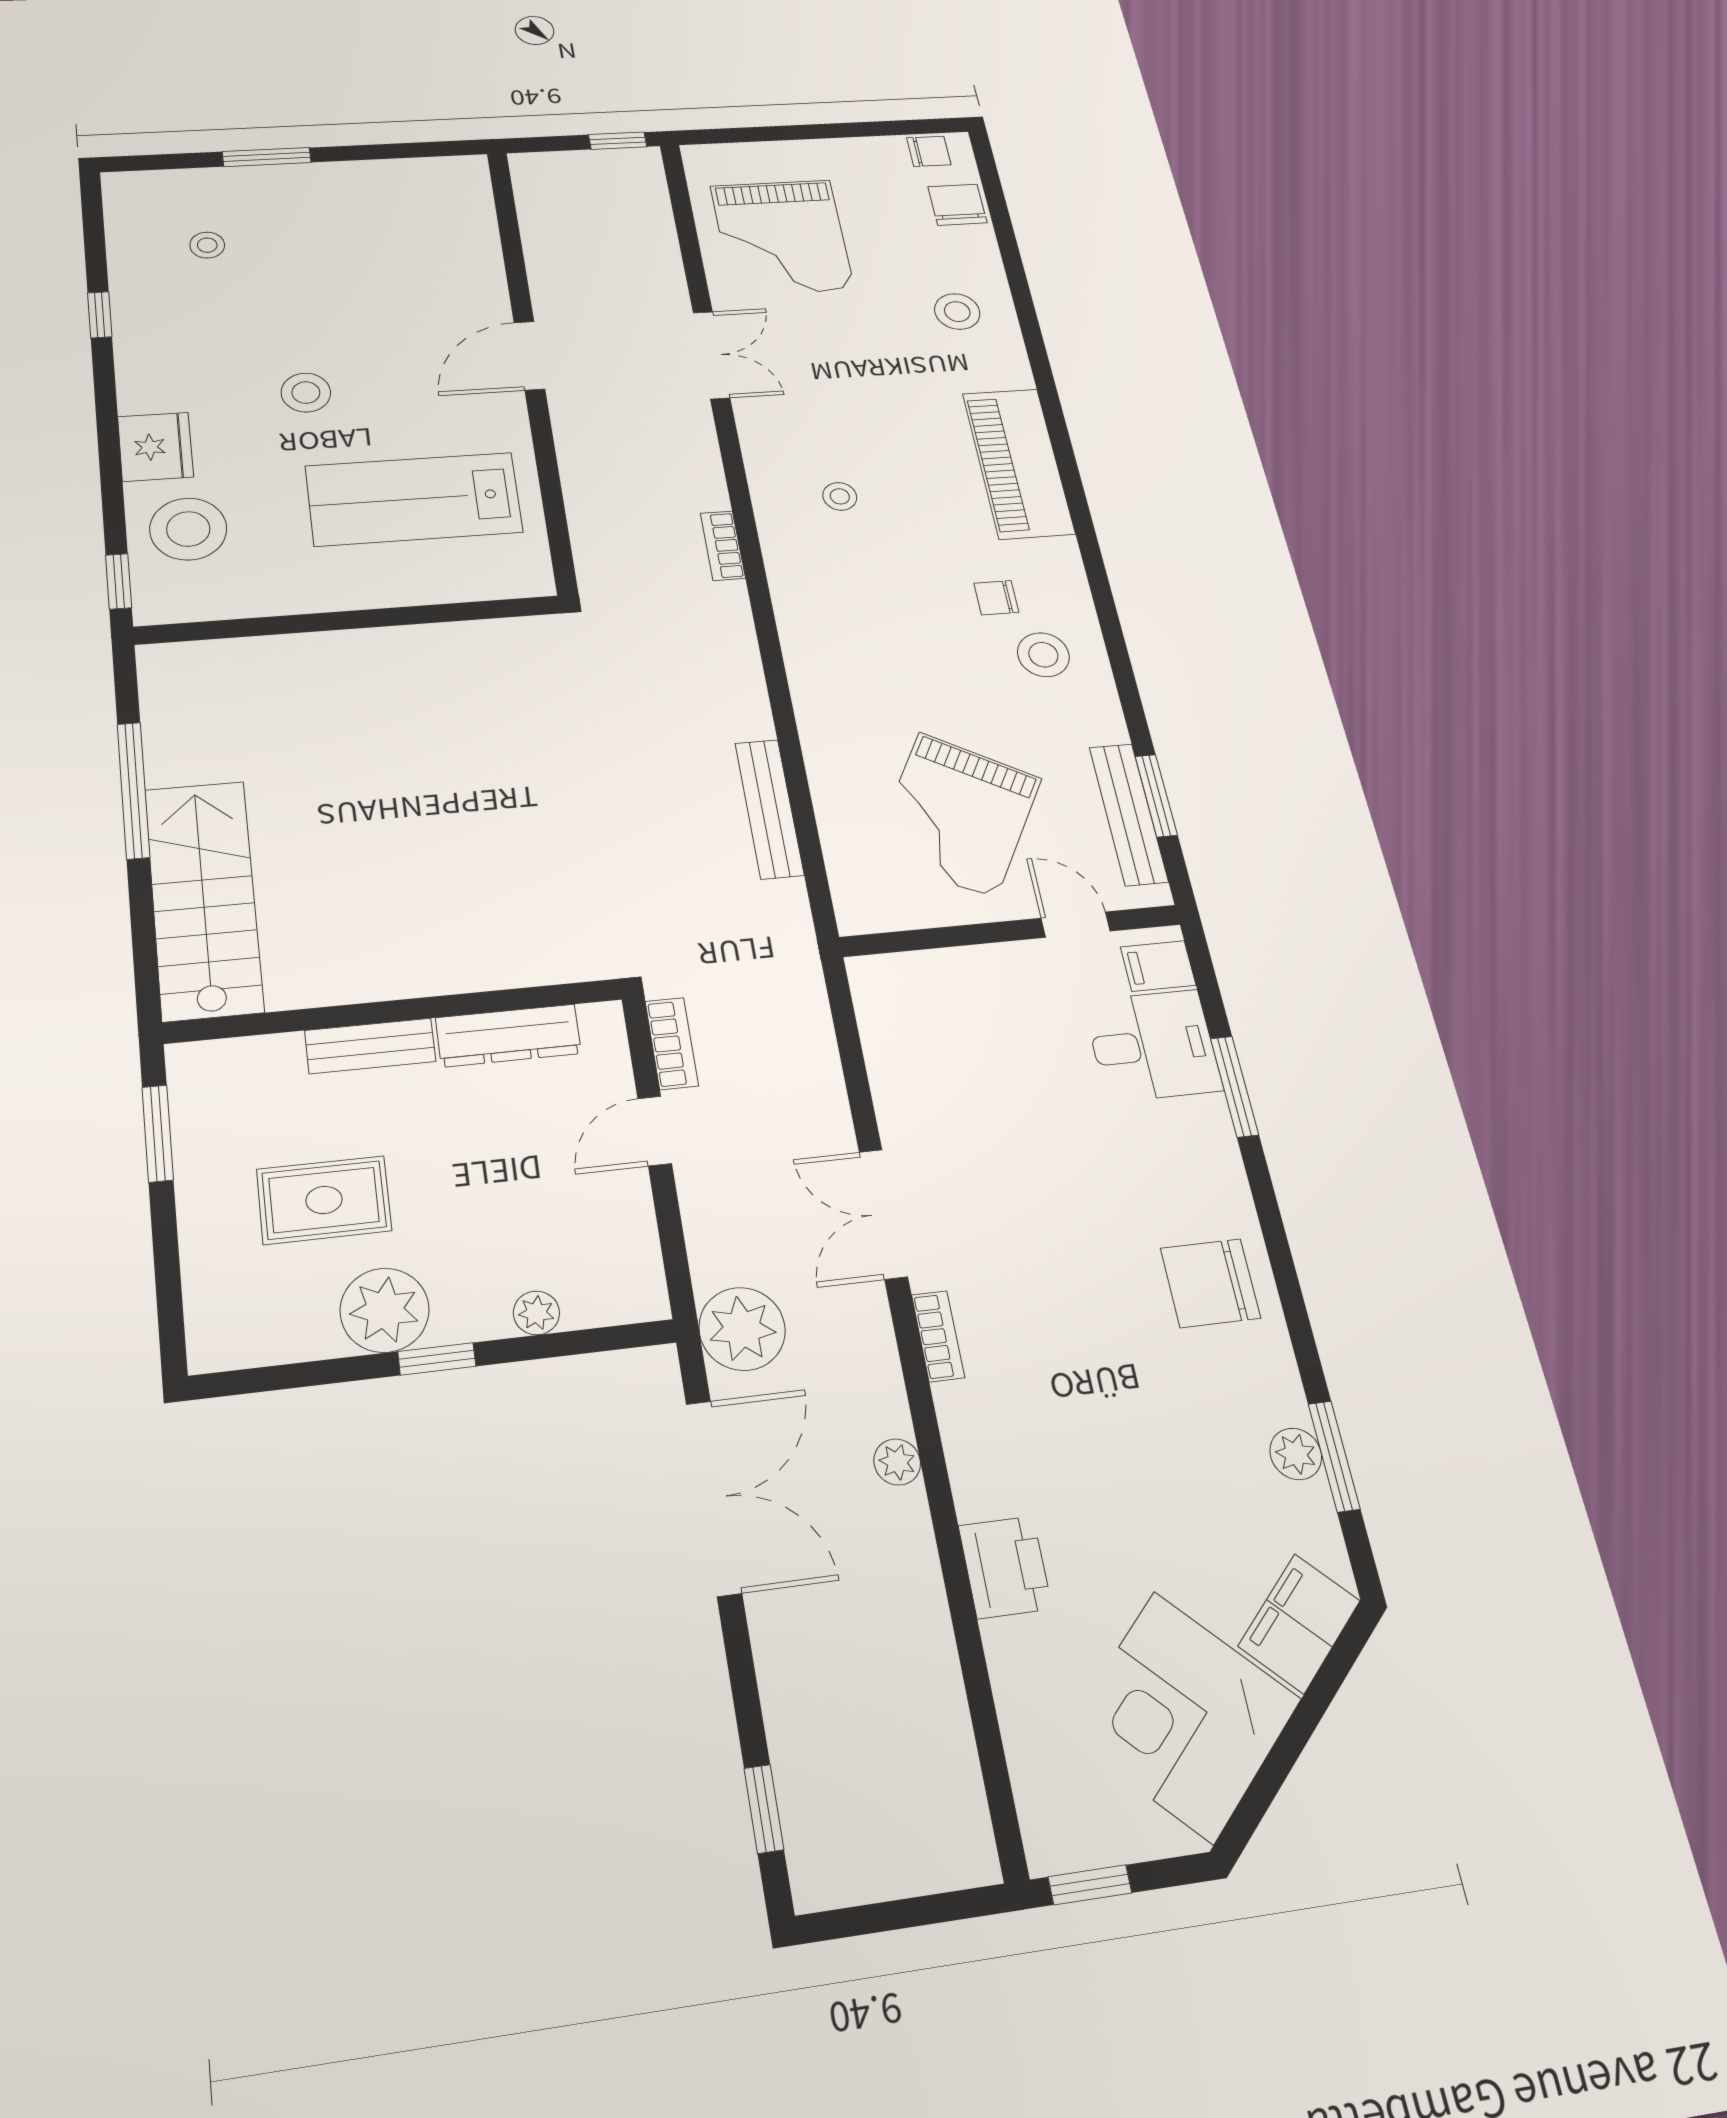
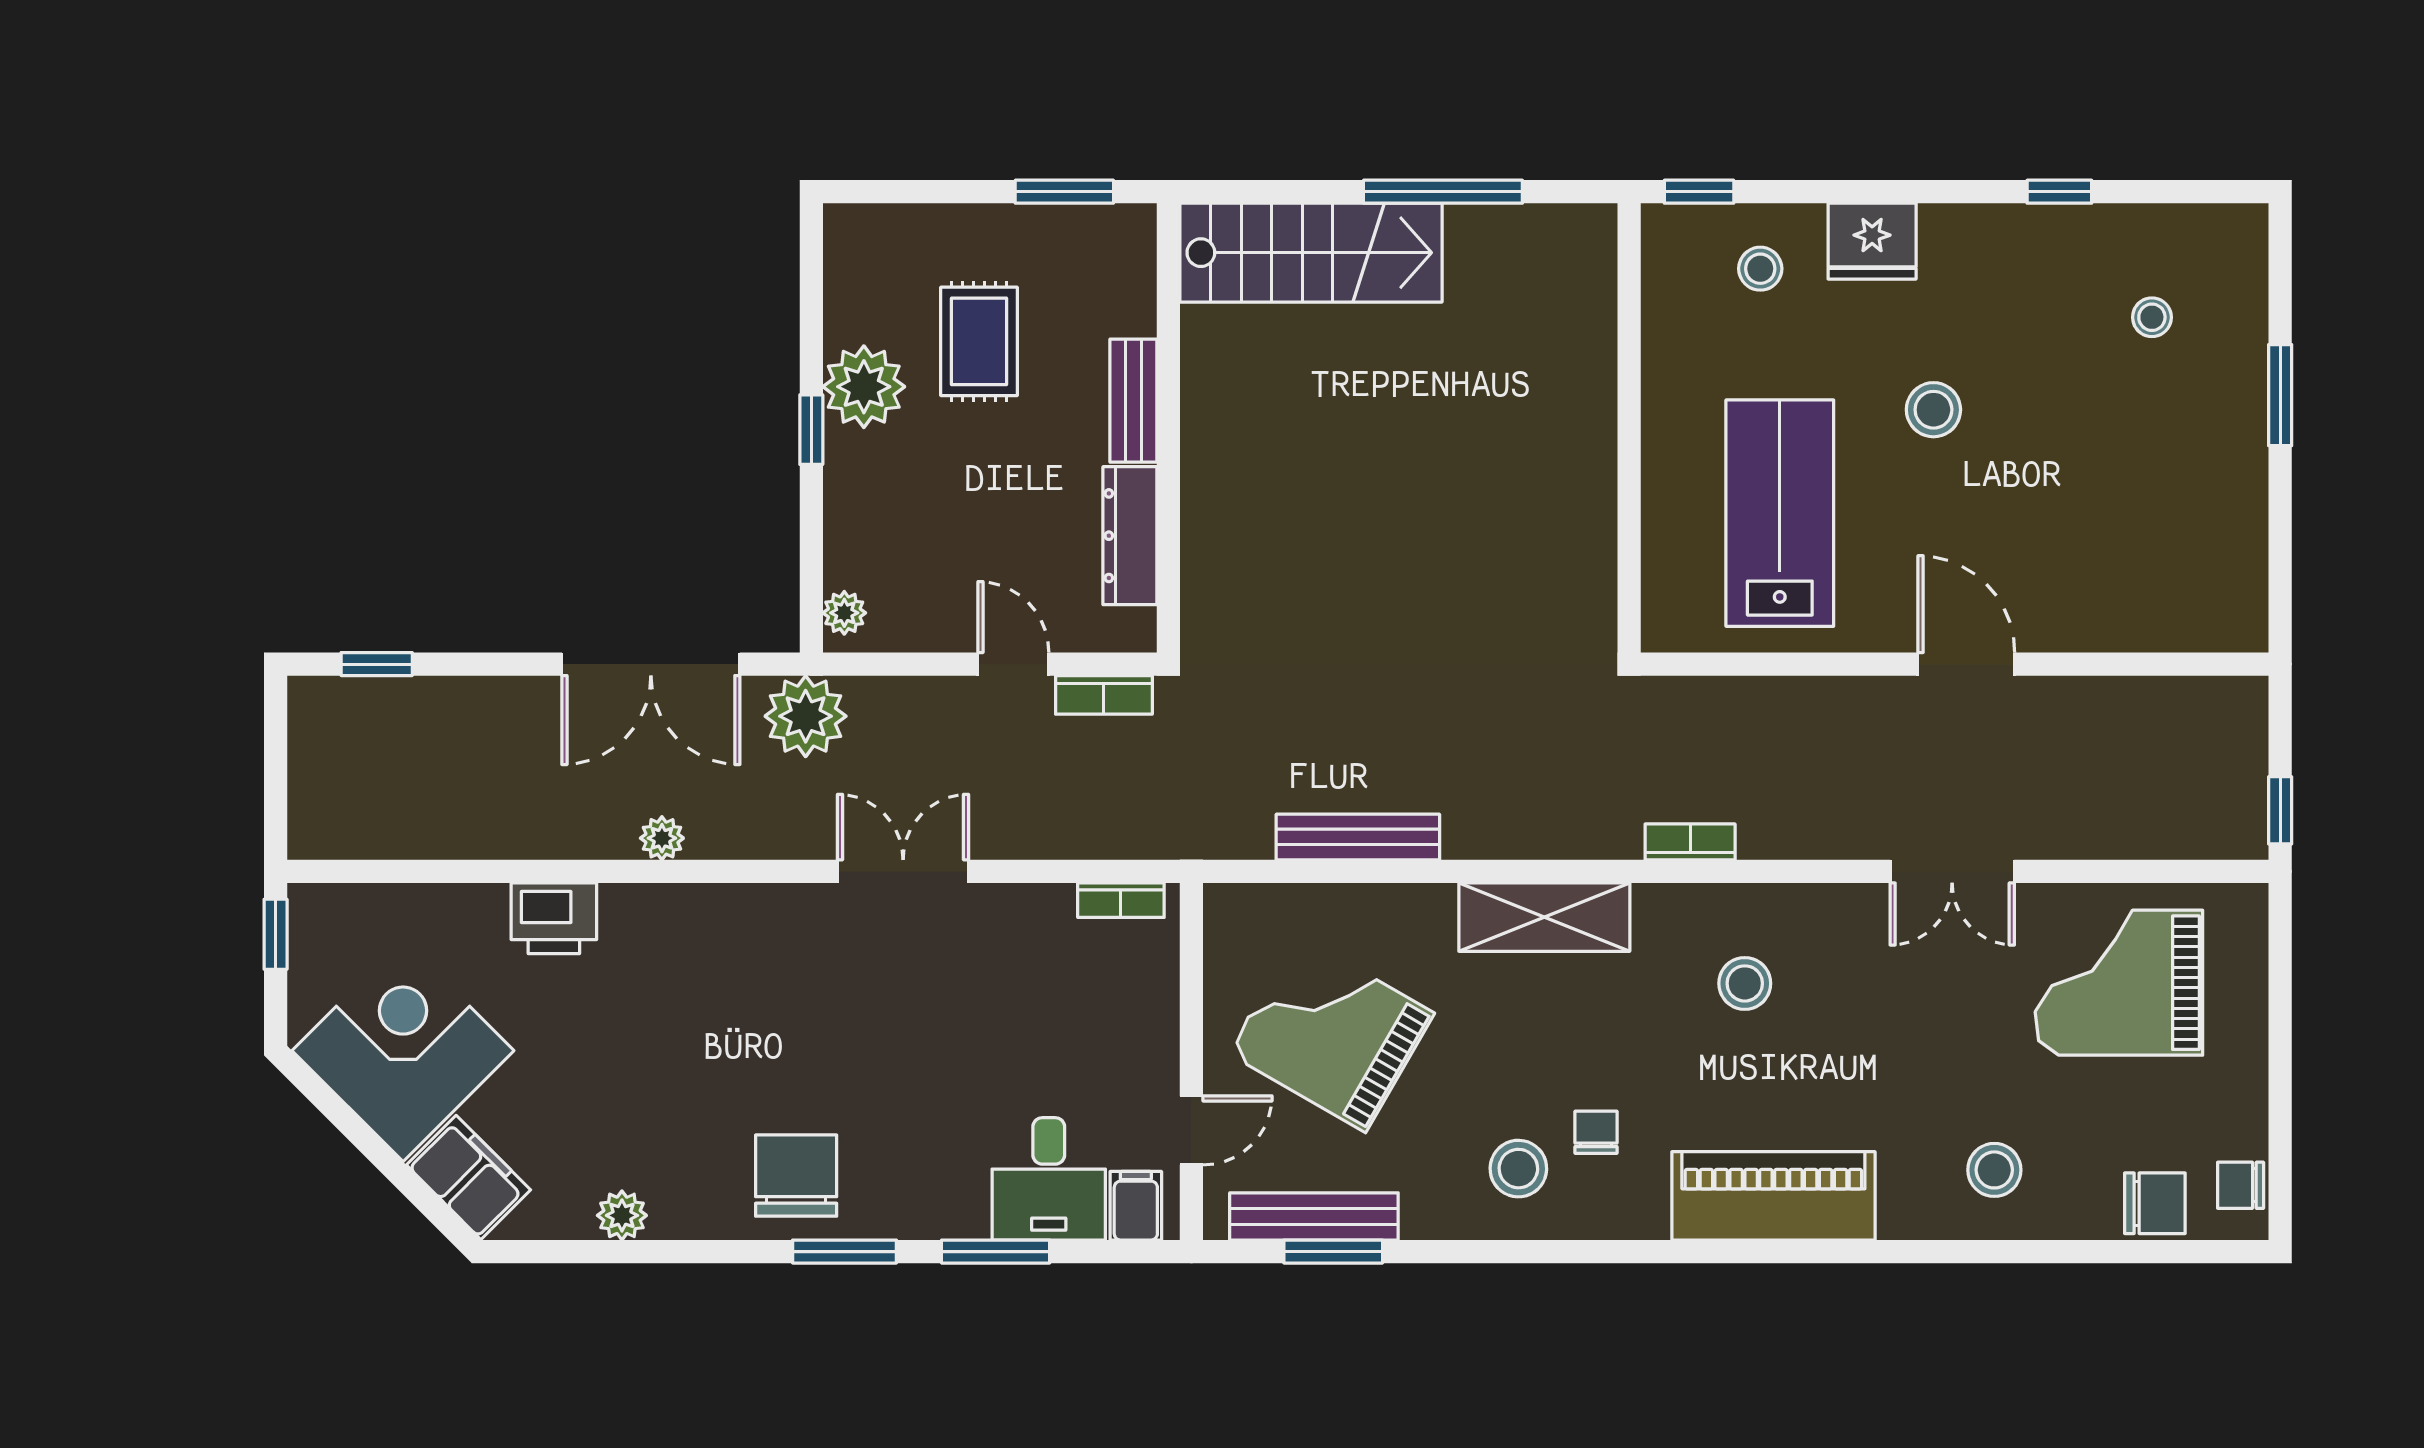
chair: (929, 151) -> (2241, 1185), turned 90
stool: (840, 496) -> (1745, 983), width x1.37, depth x1.37
stool: (188, 529) -> (1760, 269), width x0.53, depth x0.53
shelving: (813, 652) -> (1544, 917), added
plant: (536, 1313) -> (844, 613), moved
bookcase: (938, 1336) -> (1121, 900), moved
window: (1334, 1456) -> (845, 1252), moved

